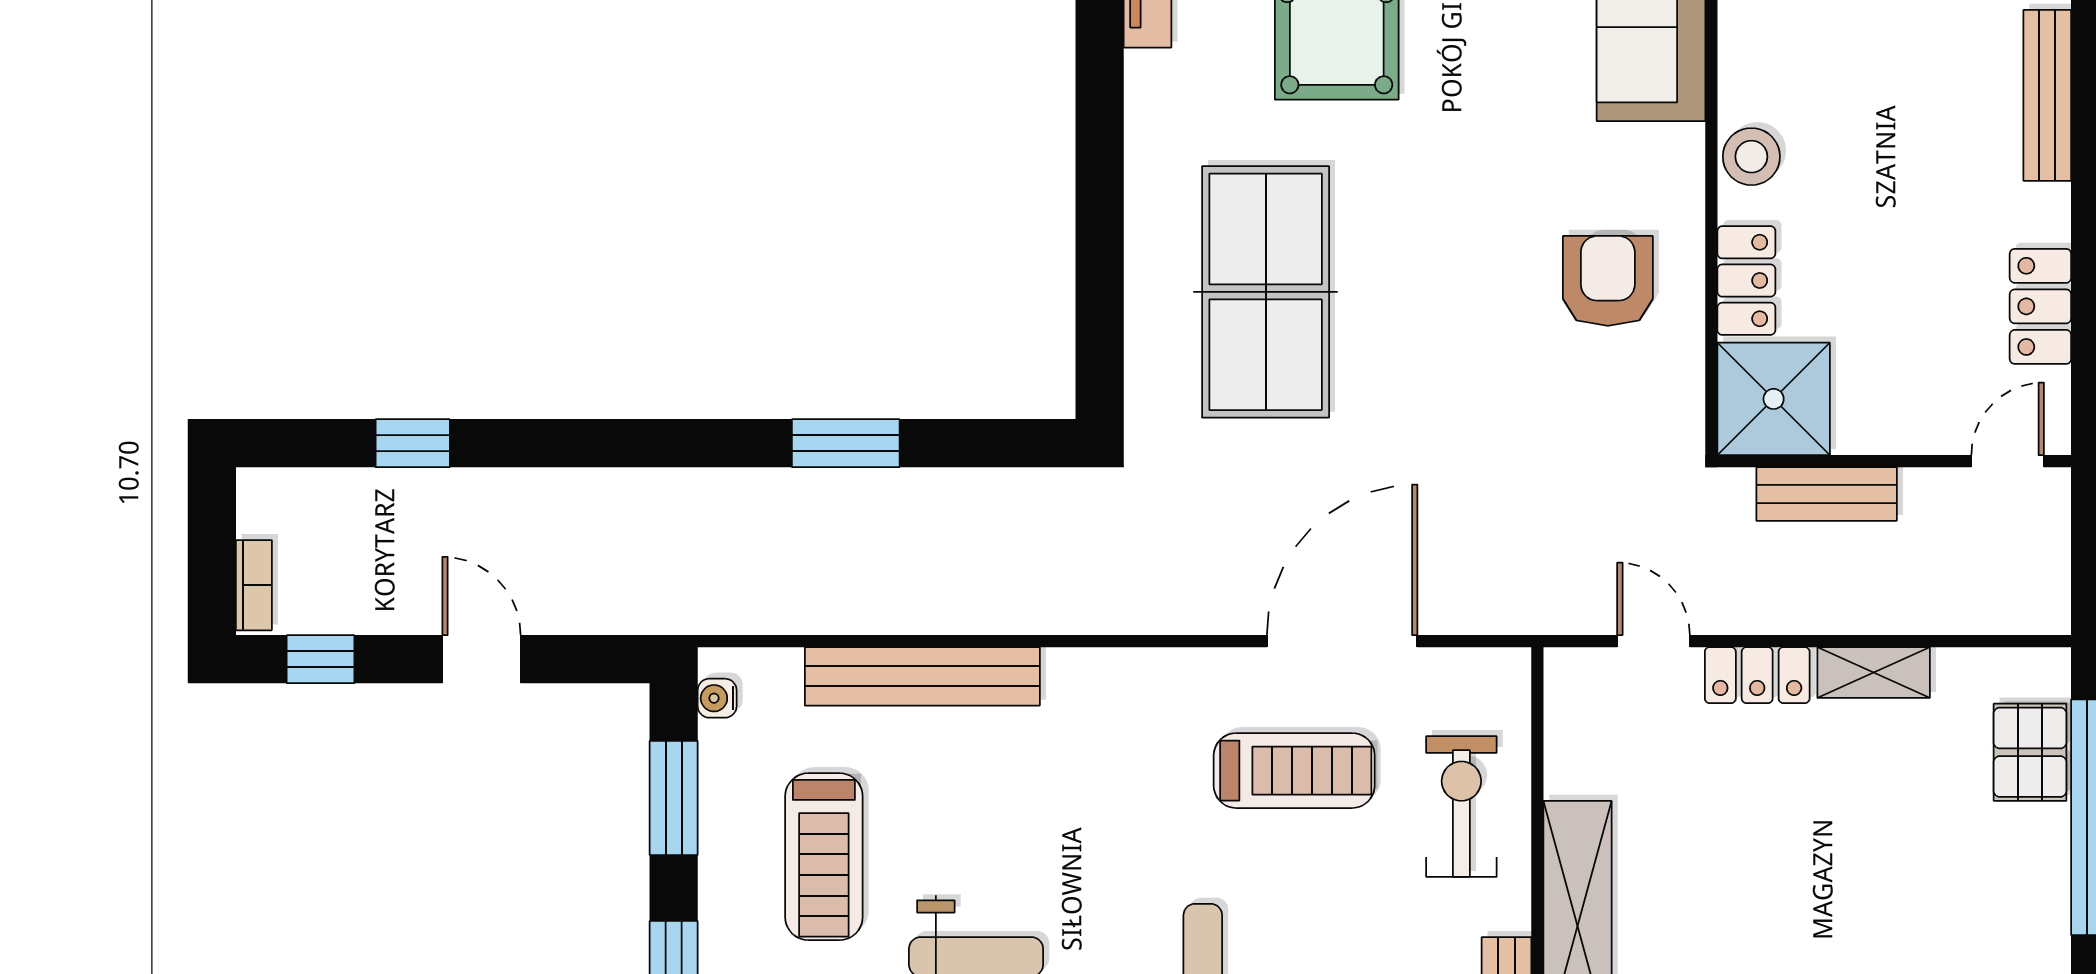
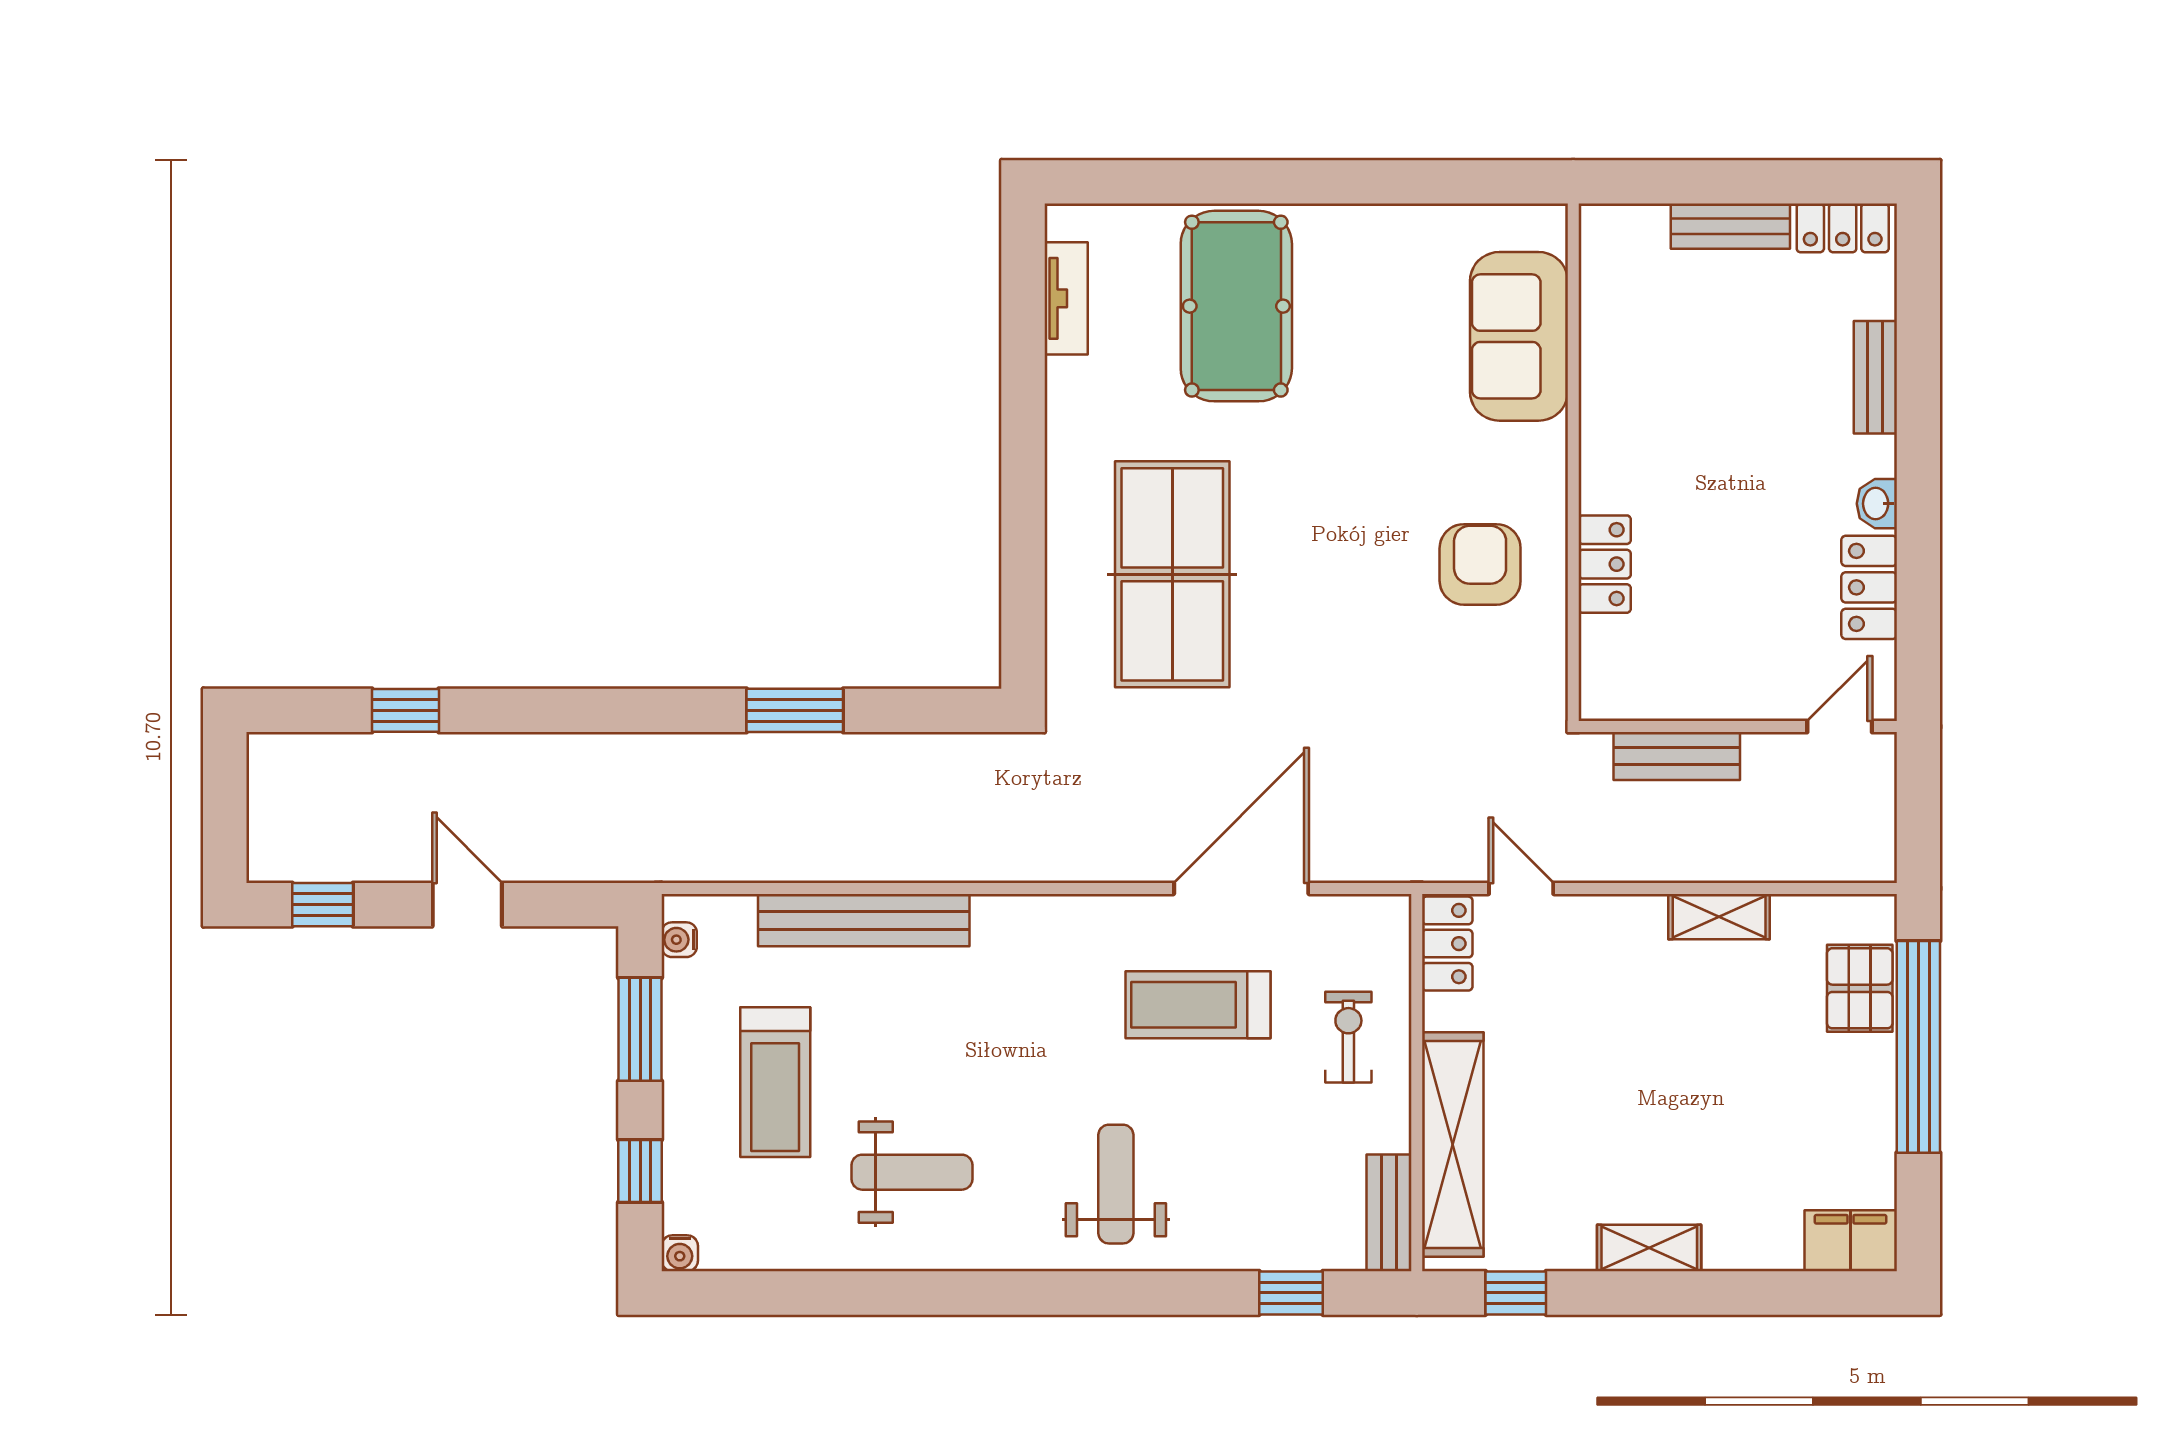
bench: (2047, 95) -> (1875, 377), width x0.73
stool: (1751, 157) -> (1609, 453), removed
washbasin: (2049, 213) -> (1877, 504), added
shower: (1774, 399) -> (1629, 671), removed
bookcase: (254, 585) -> (263, 838), removed
locker: (1757, 675) -> (1447, 944), moved, turned -90
treadmill: (1294, 771) -> (1198, 1005), turned 180
exercise bike: (1461, 806) -> (1348, 1037), width x0.73, depth x0.72

